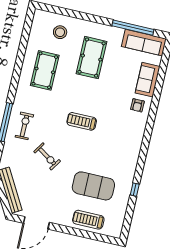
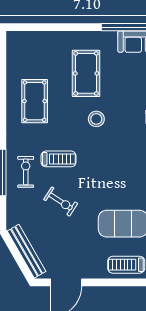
stool: (60, 32) -> (96, 119), moved
treadmill: (82, 121) -> (59, 159), moved, turned 180

